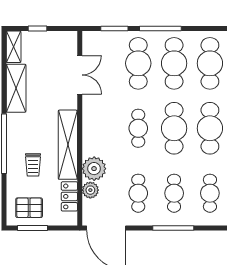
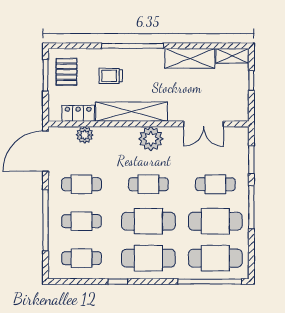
cafe table: (138, 63) -> (215, 184), width x0.73, depth x0.74
plant: (94, 169) -> (151, 139), moved
window: (173, 228) -> (46, 220), width x1.46

